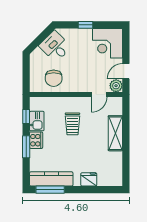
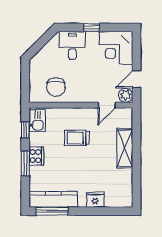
desk: (55, 46) -> (72, 45), moved, turned 45
kitchen sink: (37, 121) -> (37, 121), moved
trolley: (72, 124) -> (77, 138), turned 90

